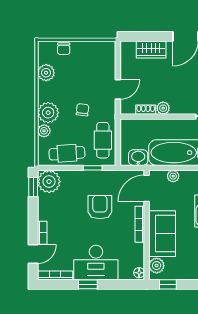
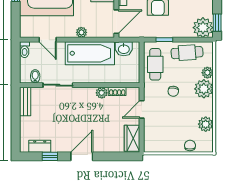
wardrobe: (151, 49) -> (132, 138), moved, turned -90
plant: (173, 176) -> (81, 32), moved

